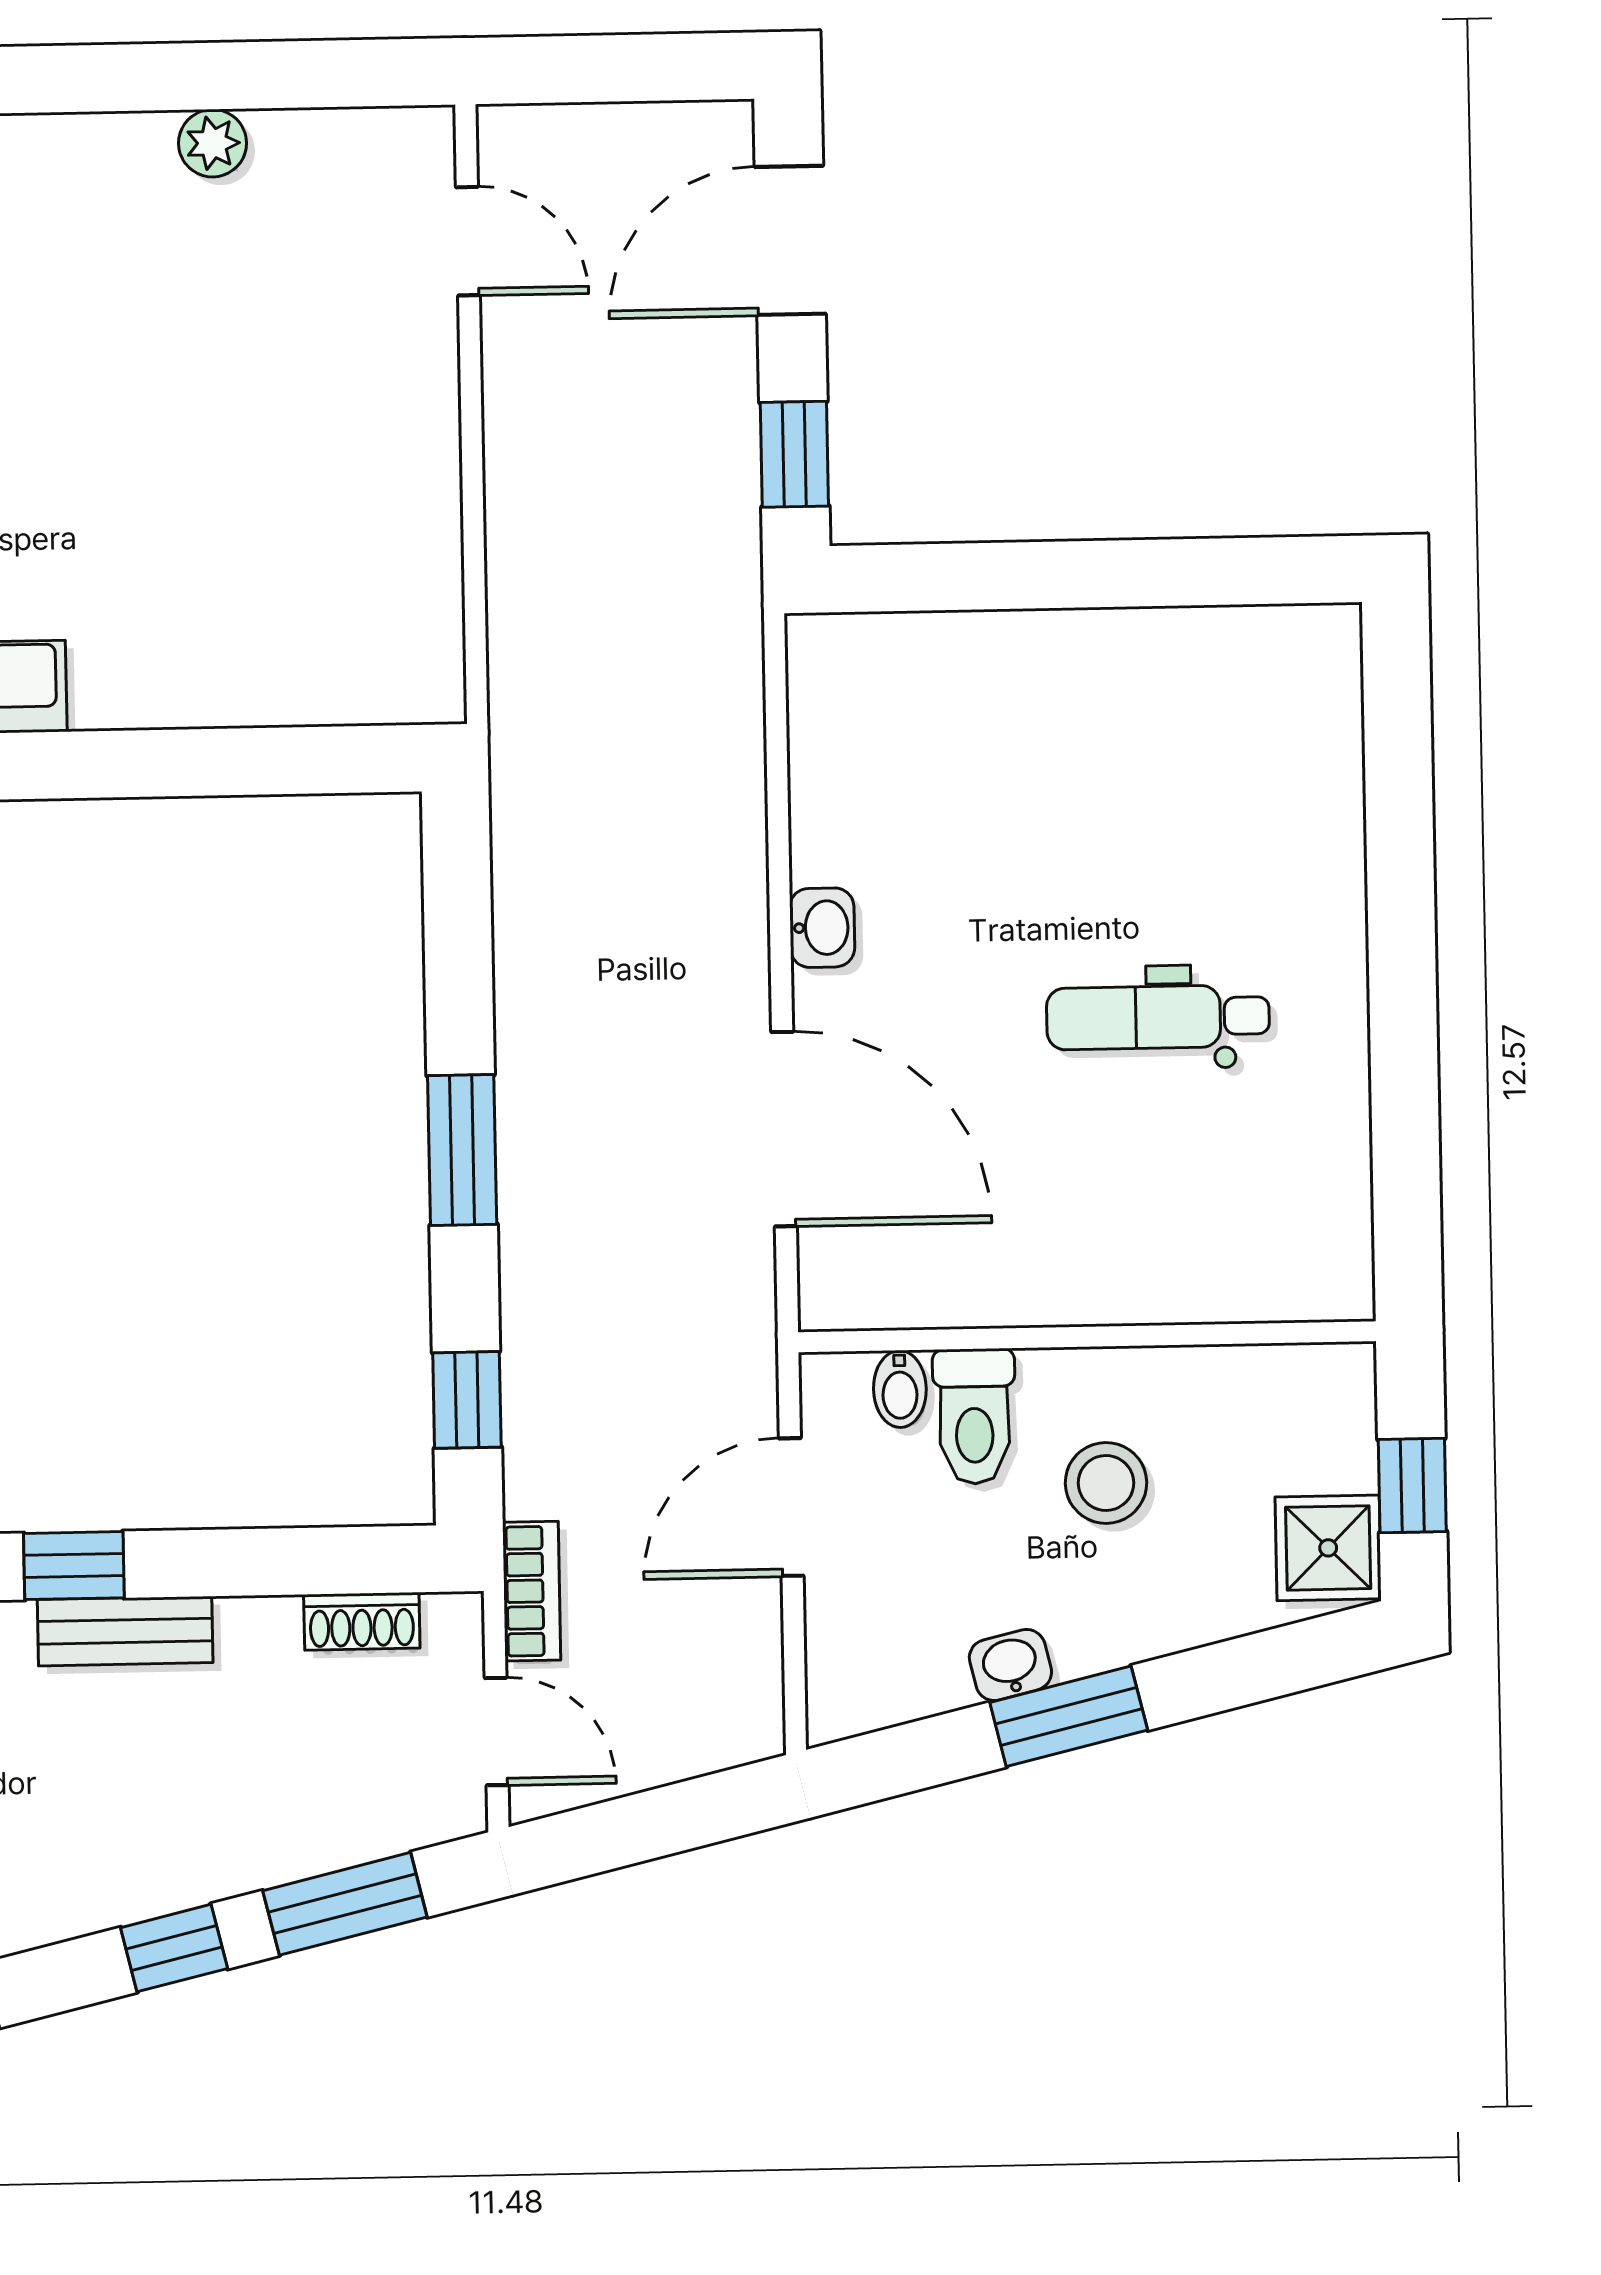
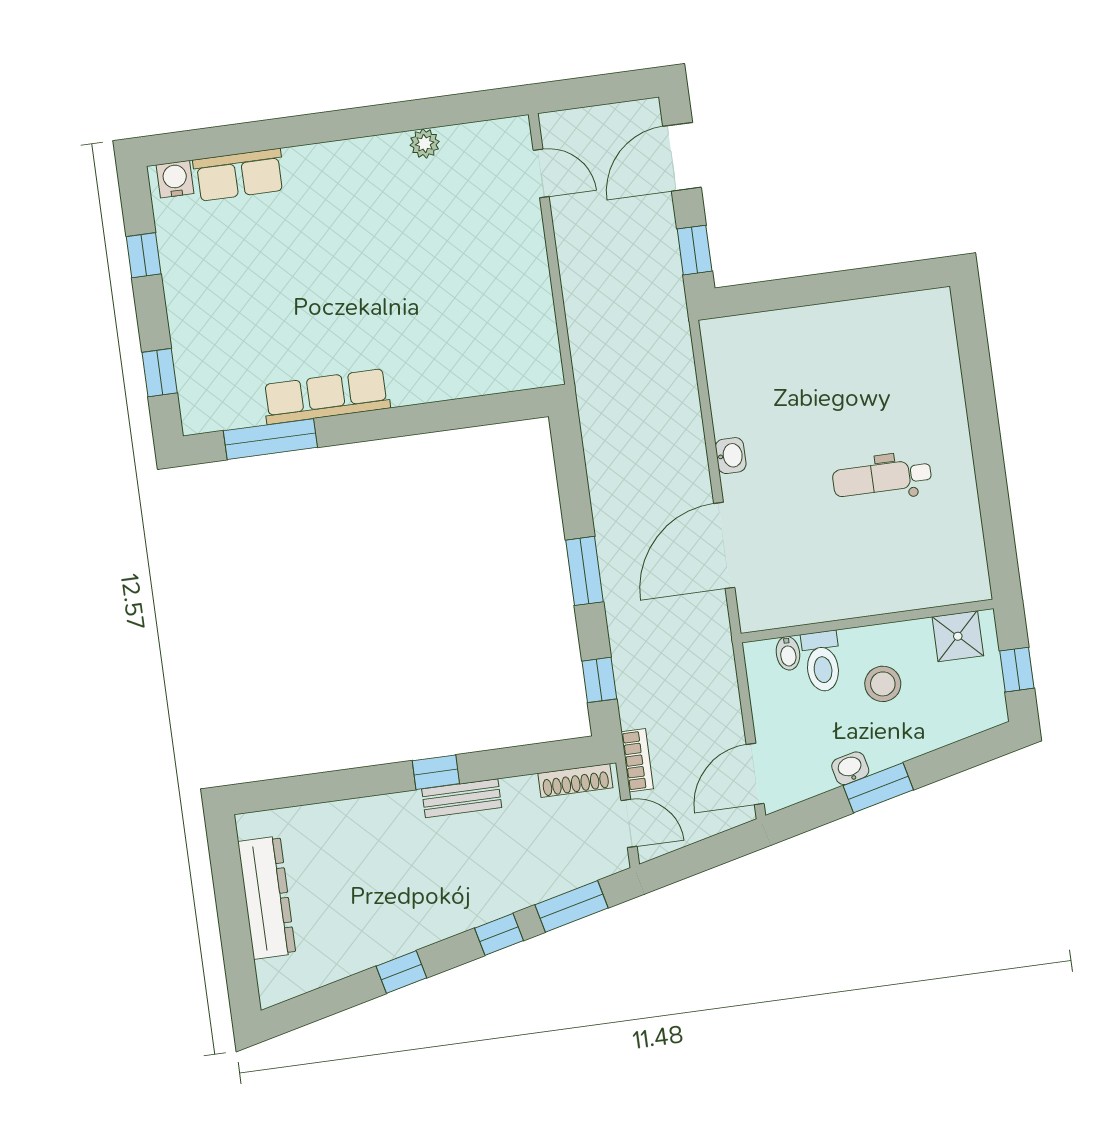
door: (784, 1129) -> (724, 545), swing flipped
door: (791, 1507) -> (755, 774), moved
shower: (1328, 1548) -> (958, 636), moved
shoe rack: (362, 1621) -> (575, 780), width x1.43

